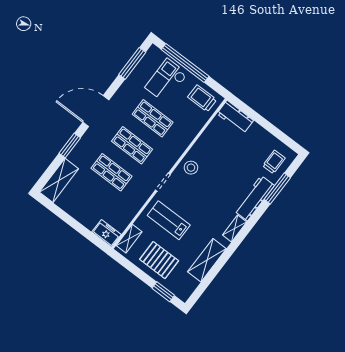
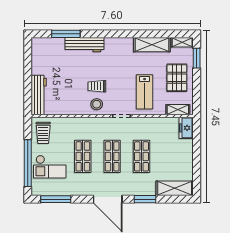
workbench: (235, 117) -> (39, 95), width x1.38
trolley: (274, 162) -> (97, 86), moved
shelving: (235, 229) -> (182, 42), moved

